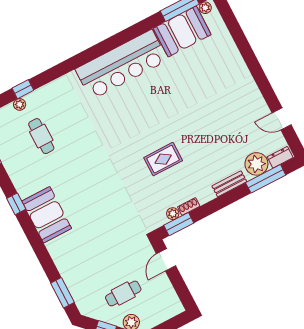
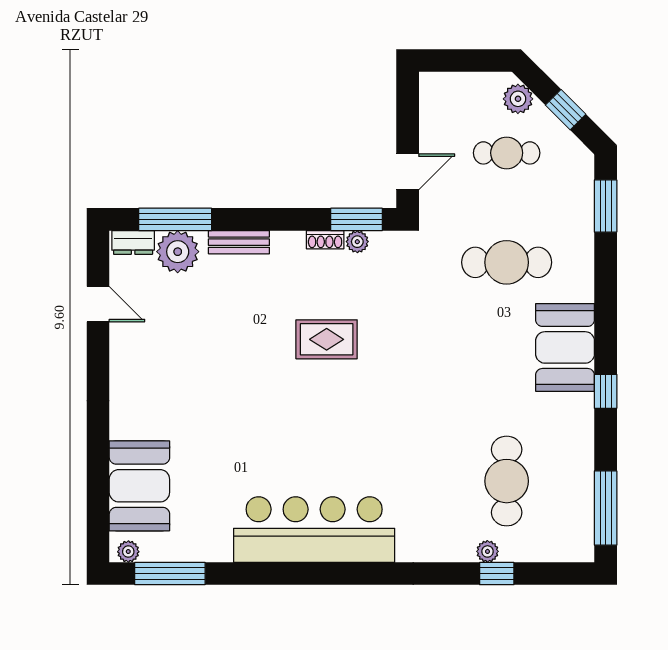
booth: (182, 31) -> (139, 486), moved, turned 90
plant: (20, 104) -> (487, 551), moved
cafe table: (41, 136) -> (507, 481), width x1.37, depth x1.35
cafe table: (96, 241) -> (507, 262), added

